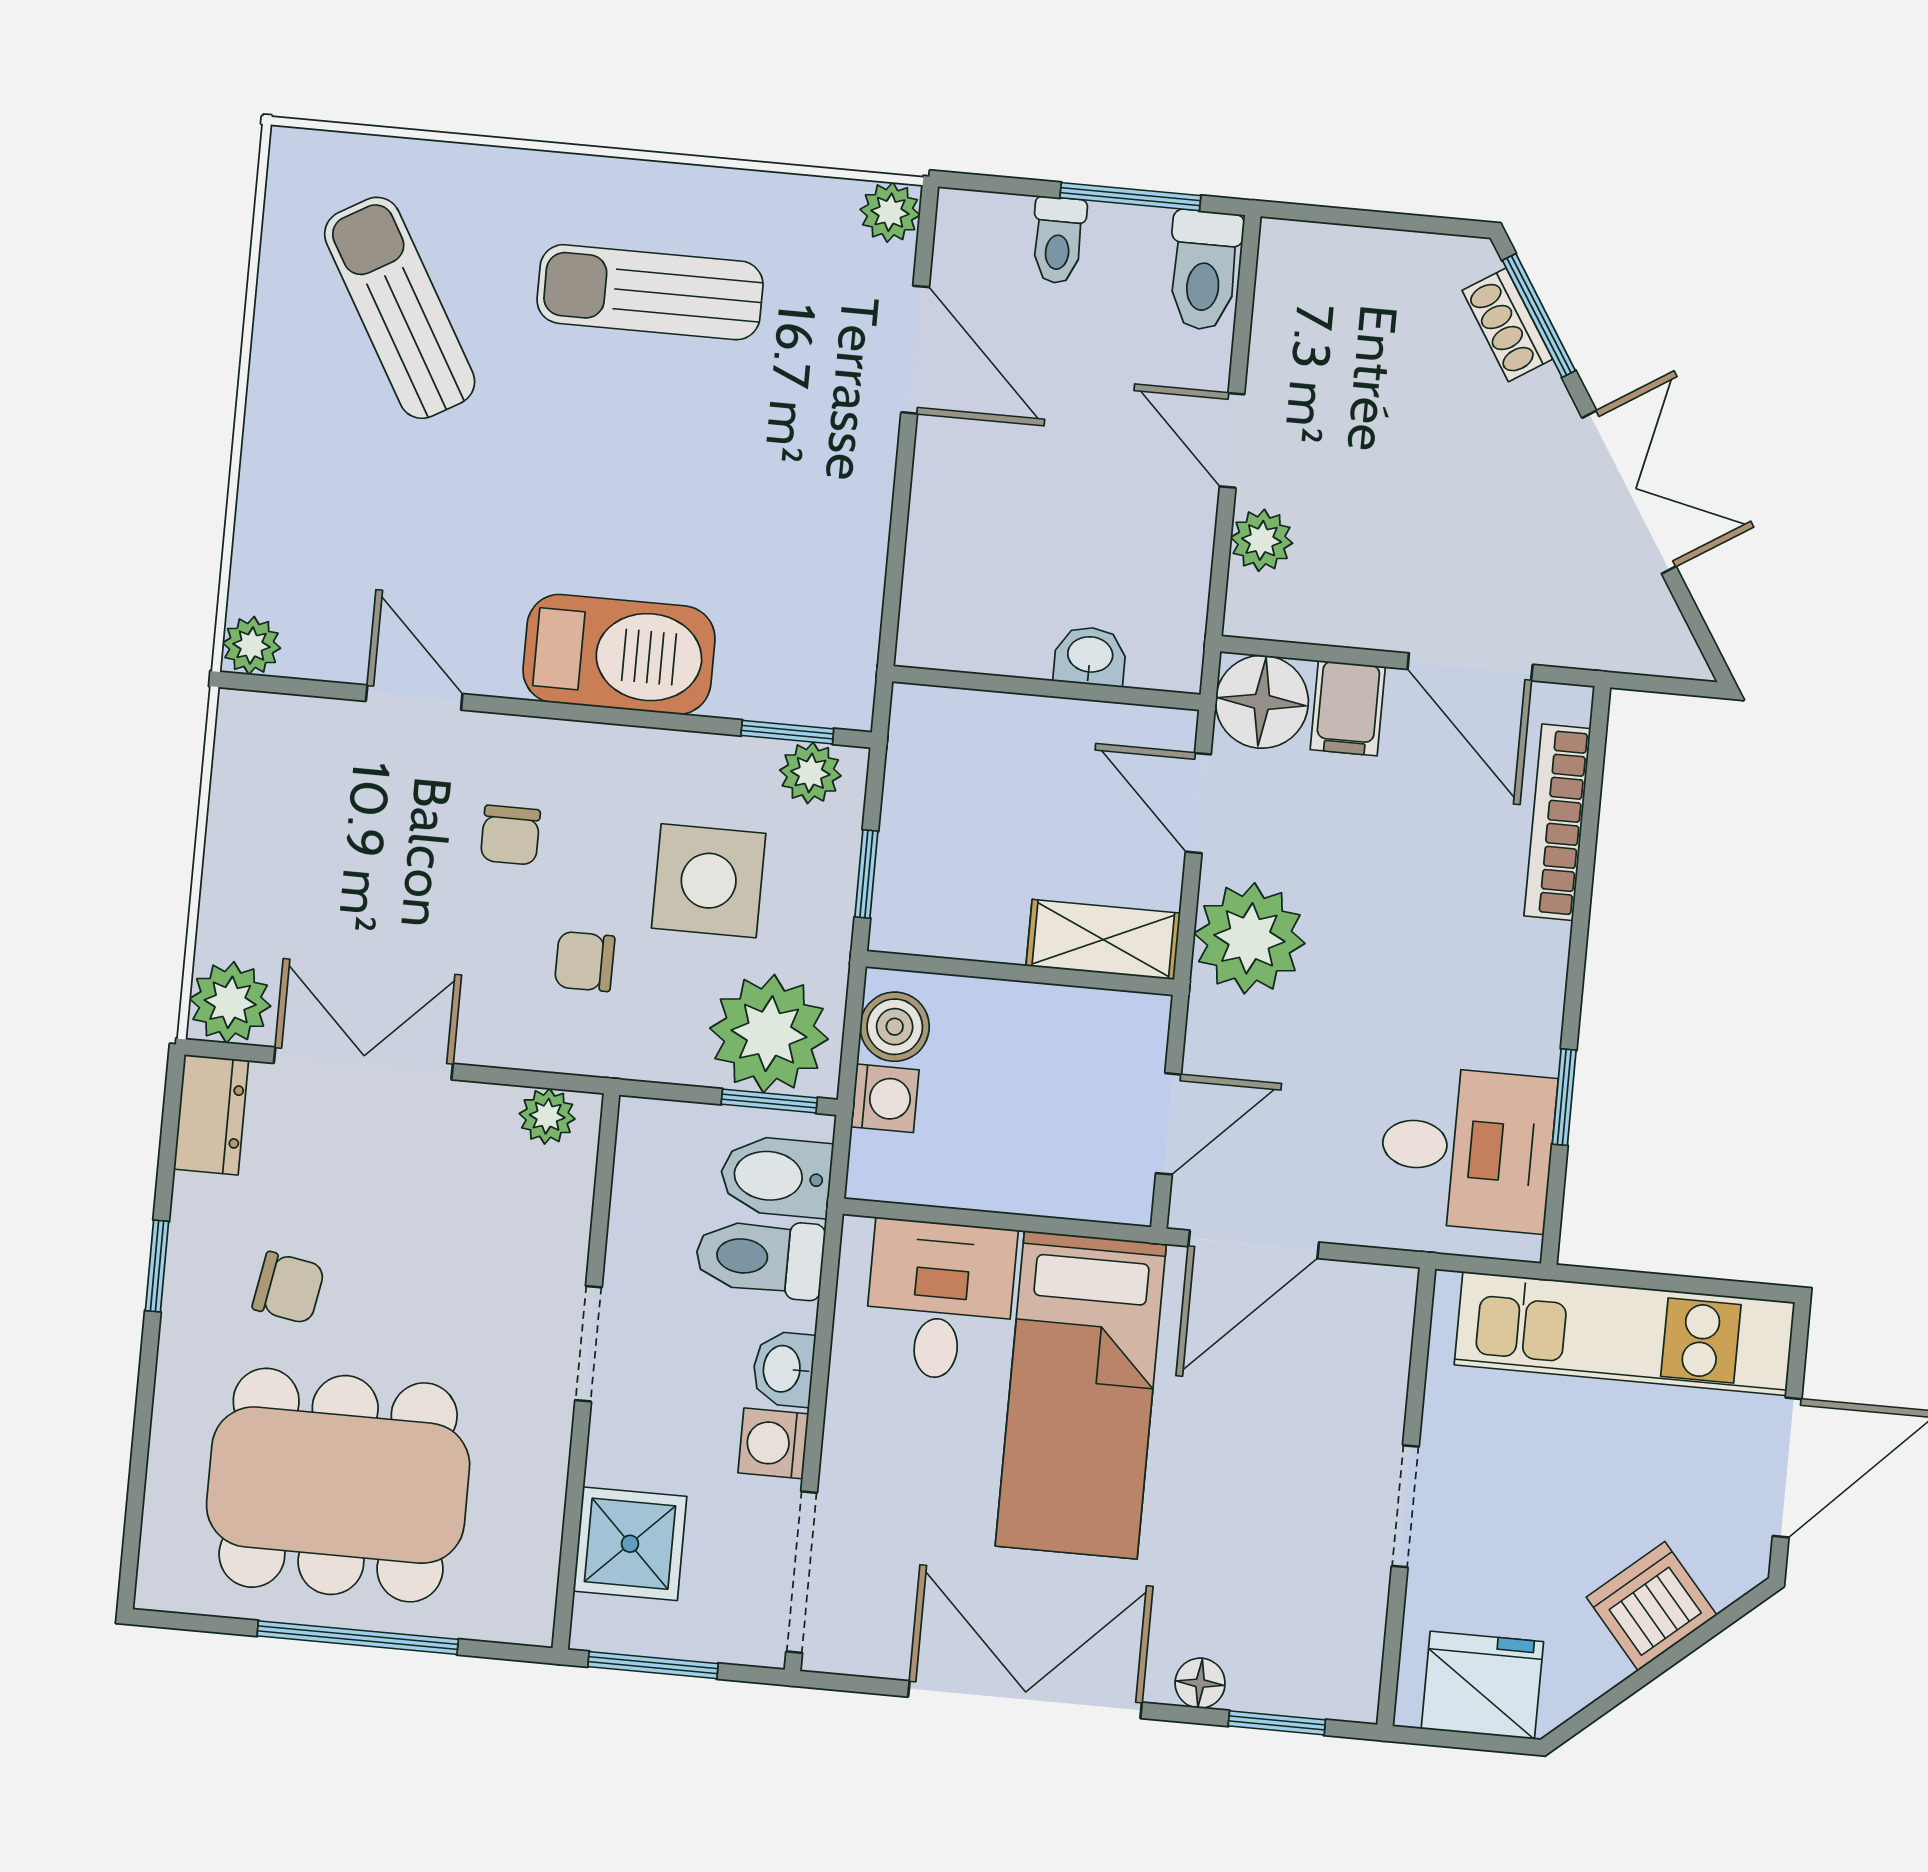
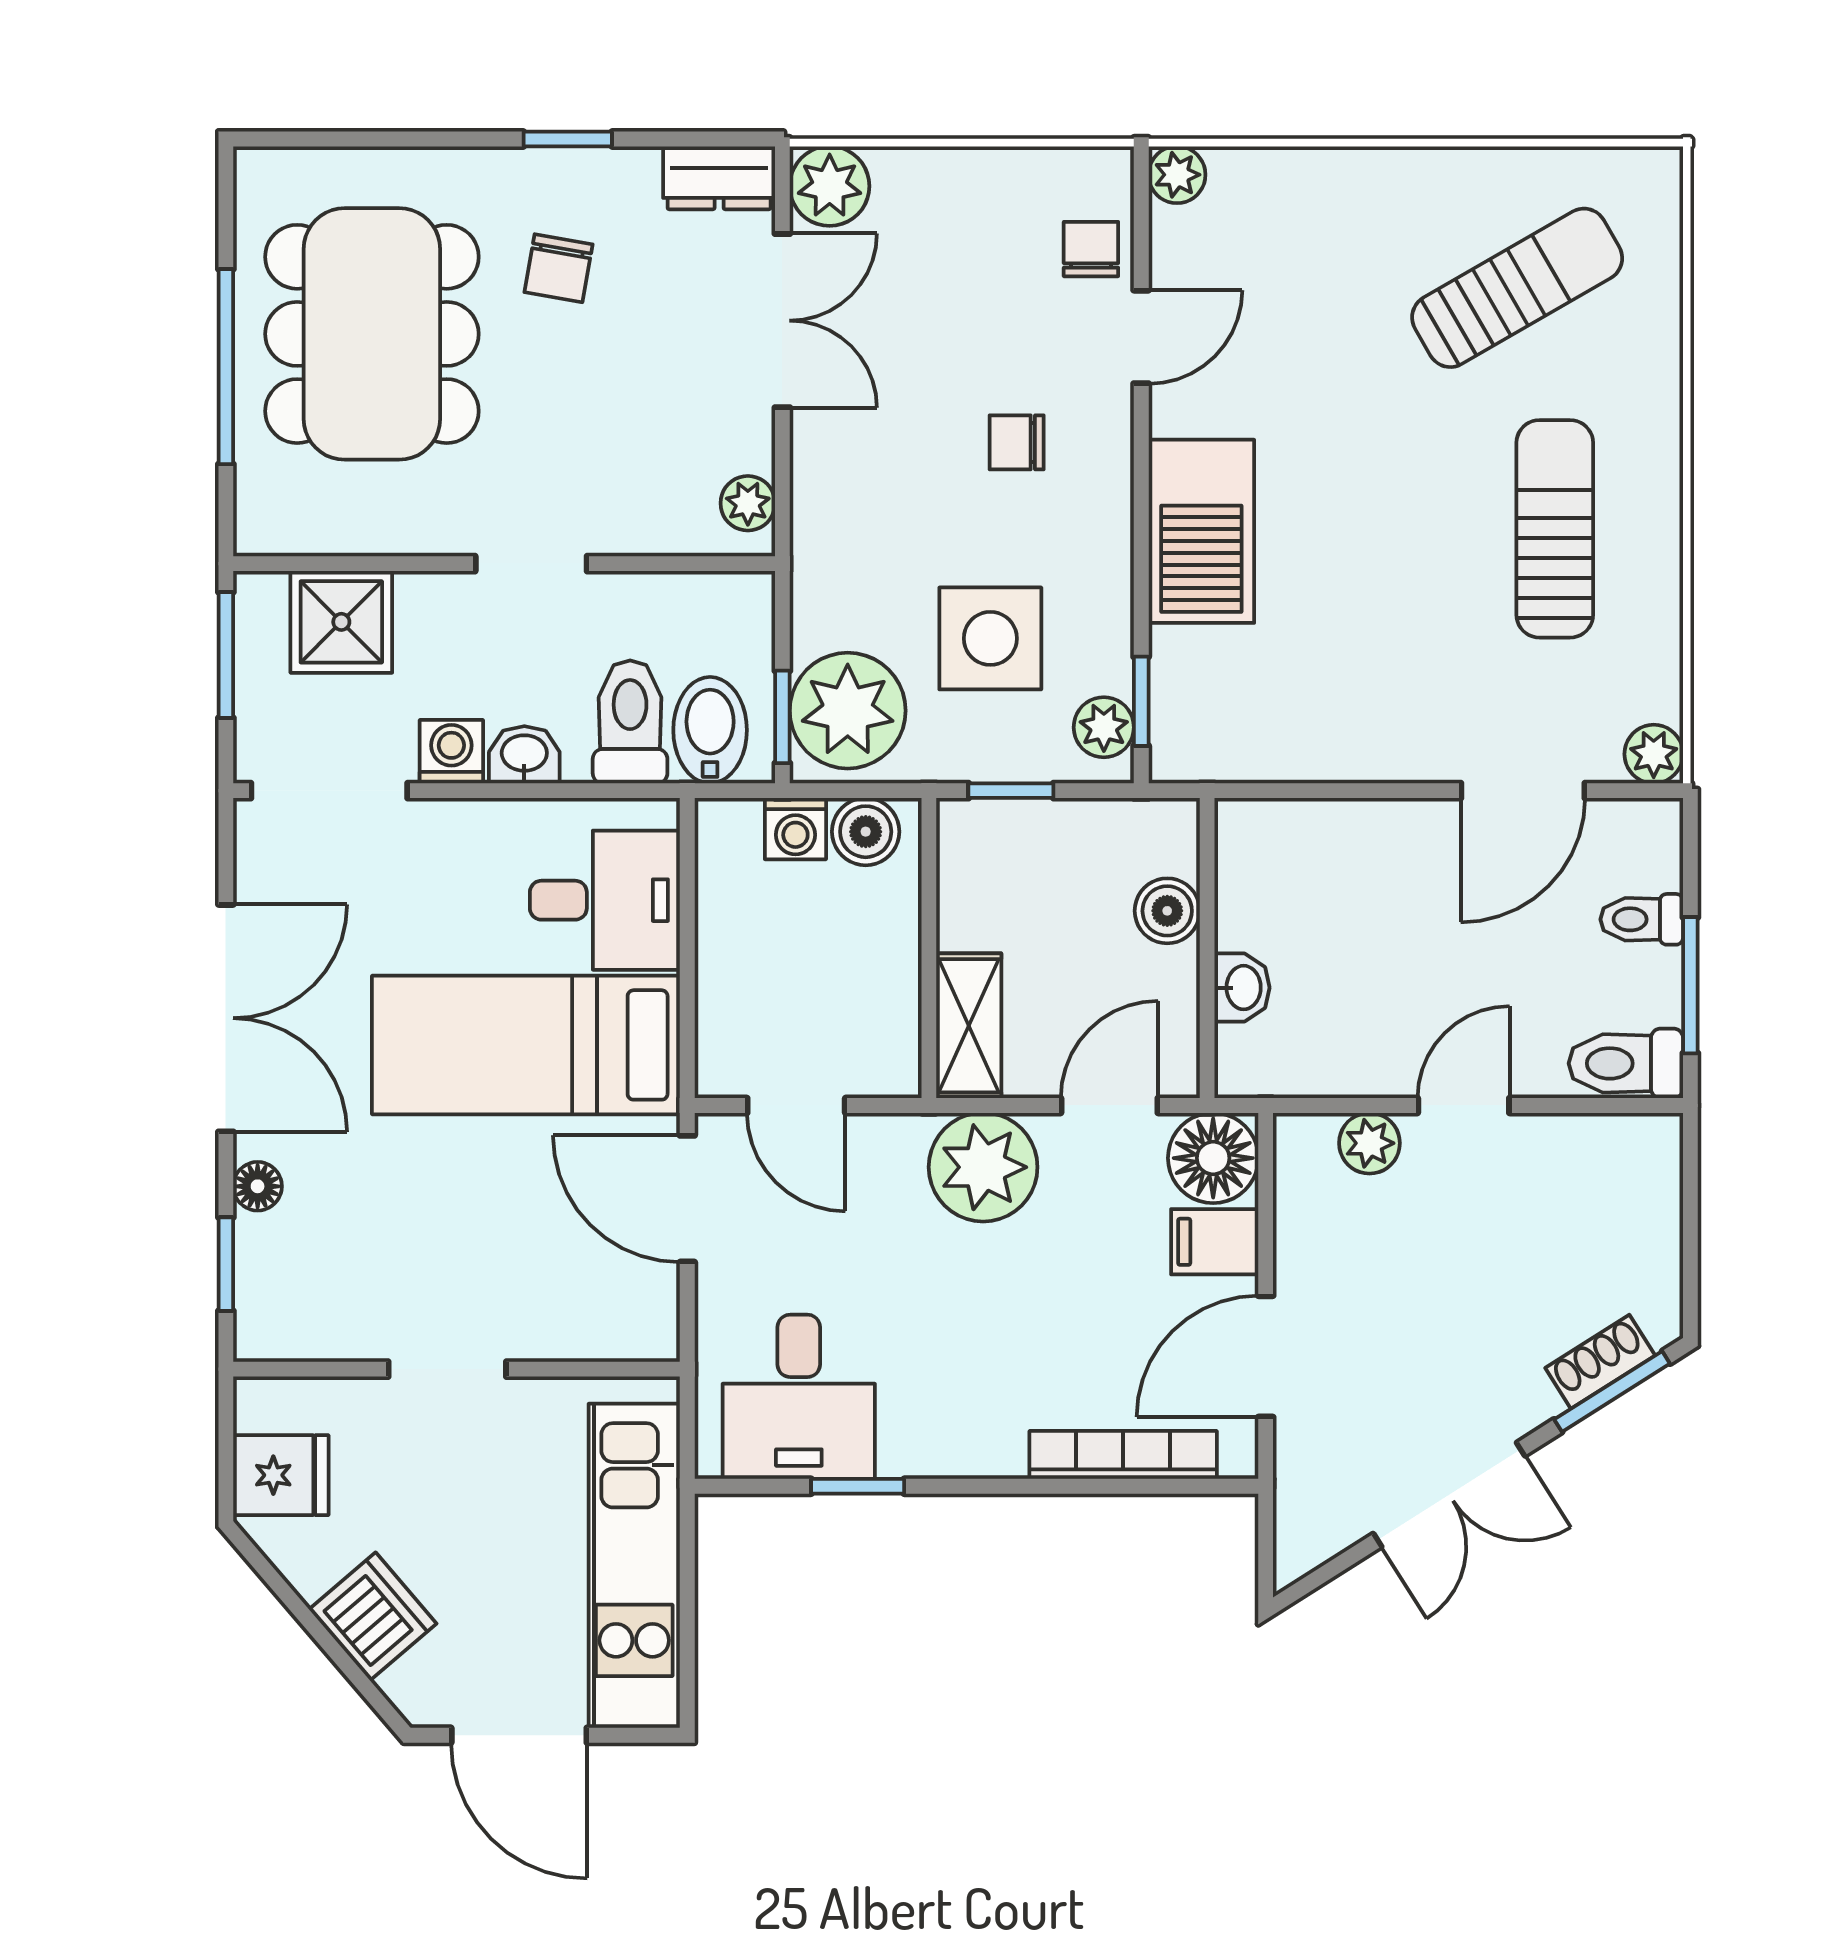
boiler: (1004, 725) -> (1167, 911), added
chair: (585, 961) -> (1091, 249), moved
fridge: (1482, 1685) -> (281, 1475), width x0.72

